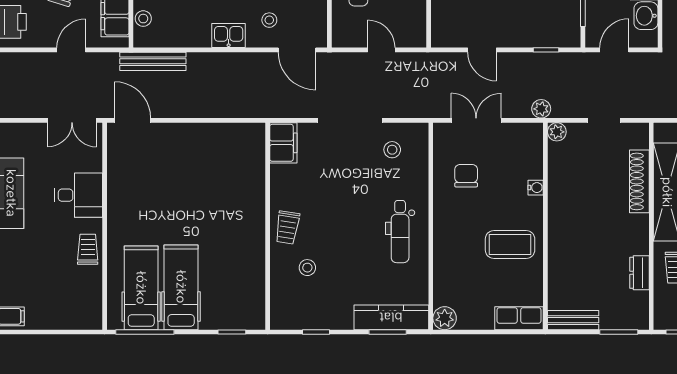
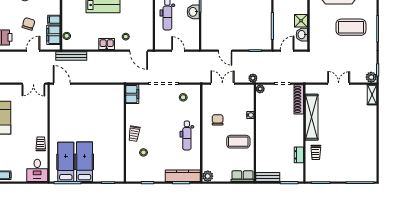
chair: (466, 176) -> (218, 120), moved
shoe rack: (639, 181) -> (299, 99), moved
desk: (78, 195) -> (37, 170), moved, turned 90

